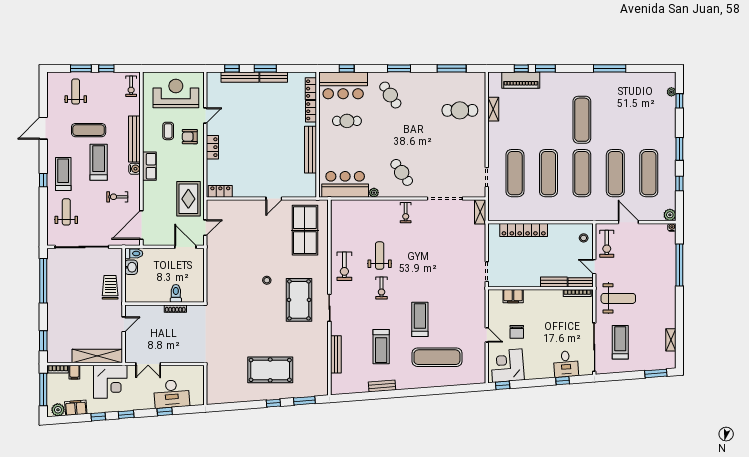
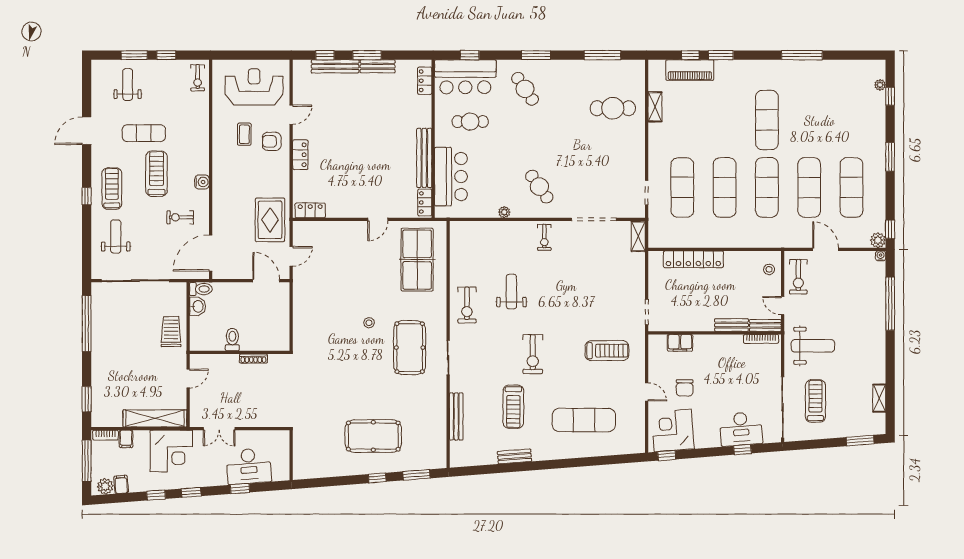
locker: (311, 111) -> (425, 202), moved
bench: (134, 139) -> (202, 144), removed
row of seats: (149, 166) -> (221, 179), removed
bar counter: (345, 184) -> (451, 177), moved, turned 90
window: (679, 184) -> (890, 229), moved
exercise bike: (382, 288) -> (533, 354), moved, width x1.38, depth x1.39
toilet: (176, 293) -> (232, 339), moved
treadmill: (420, 319) -> (607, 351), moved, turned 90
desk: (566, 364) -> (741, 429), width x1.37
filing cabinet: (76, 408) -> (121, 484), width x0.50

